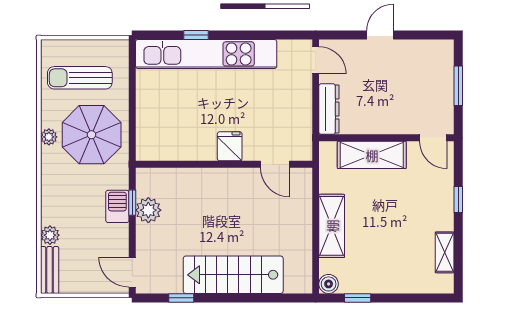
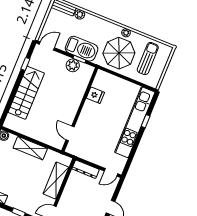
fridge: (230, 146) -> (95, 95), moved
door: (275, 164) -> (70, 133), hinge flipped
barbecue: (117, 206) -> (82, 49), width x1.88, depth x1.53

